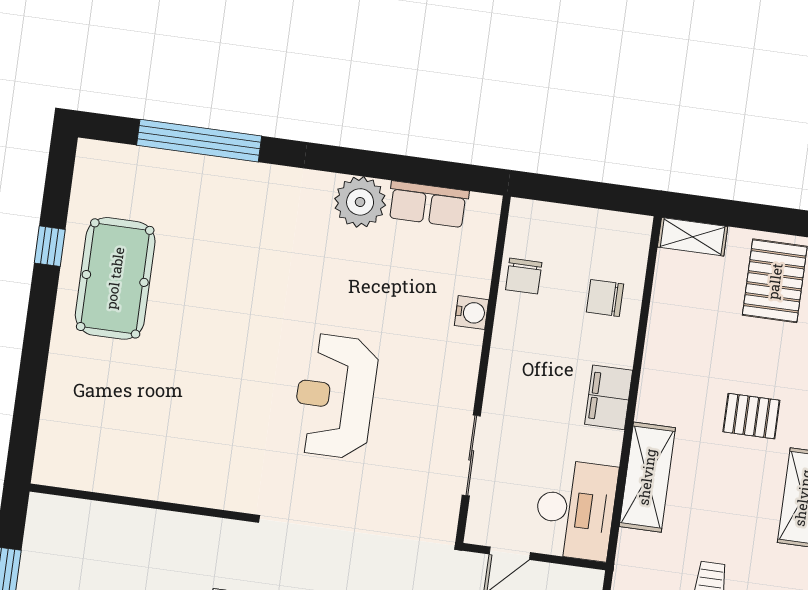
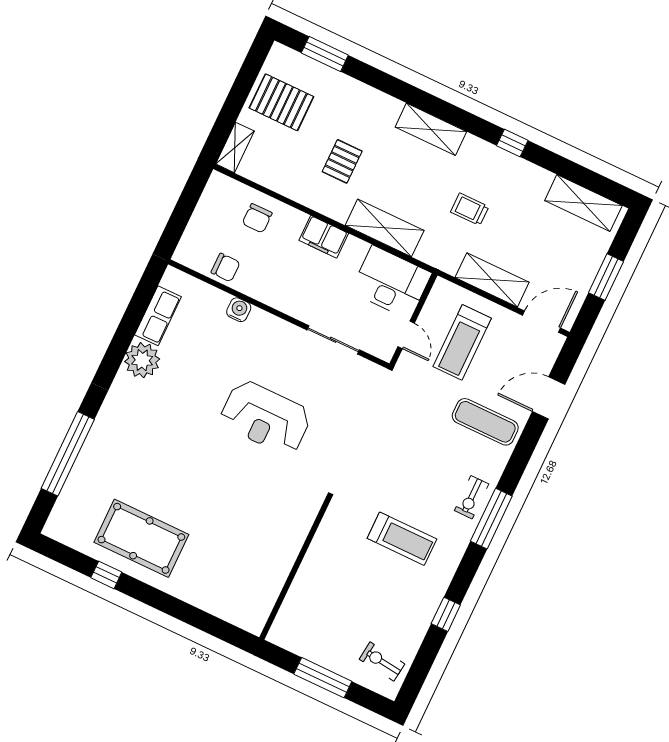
pallet: (751, 416) -> (342, 161), moved

